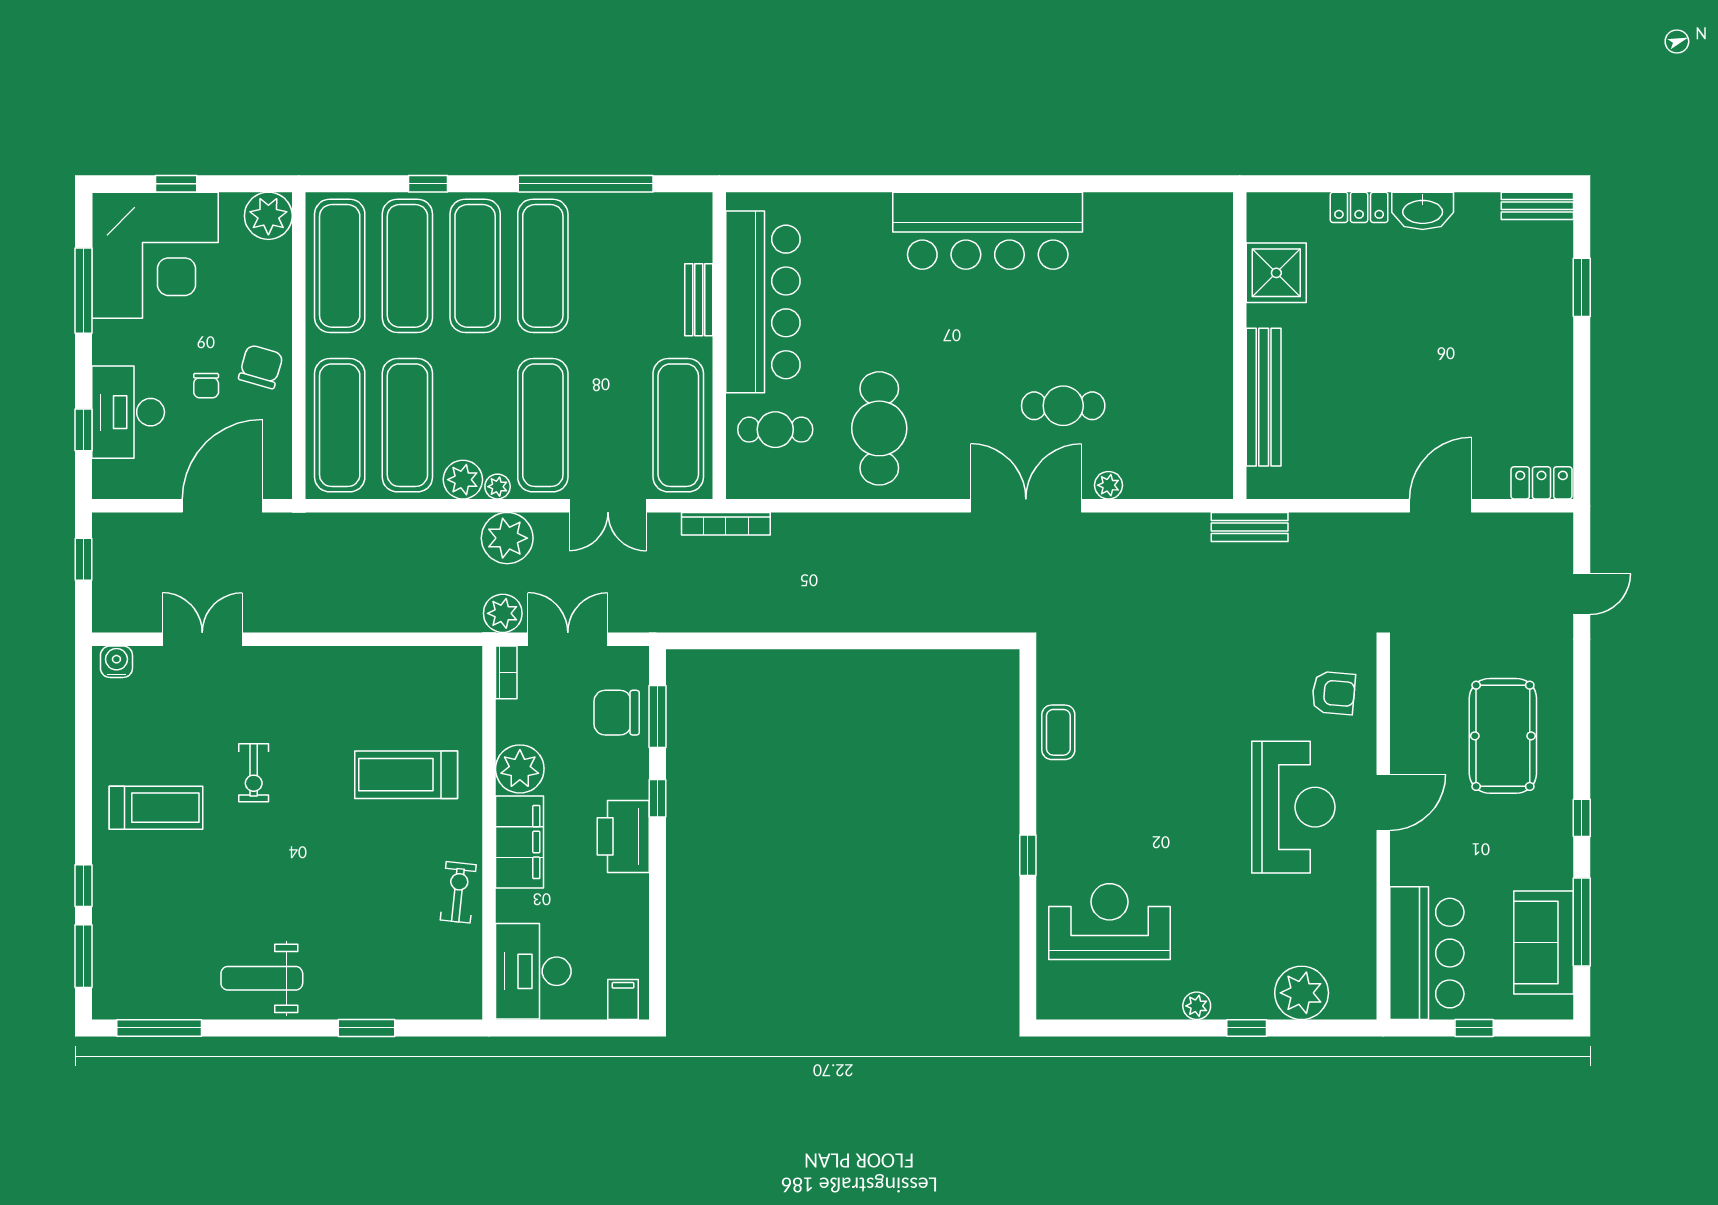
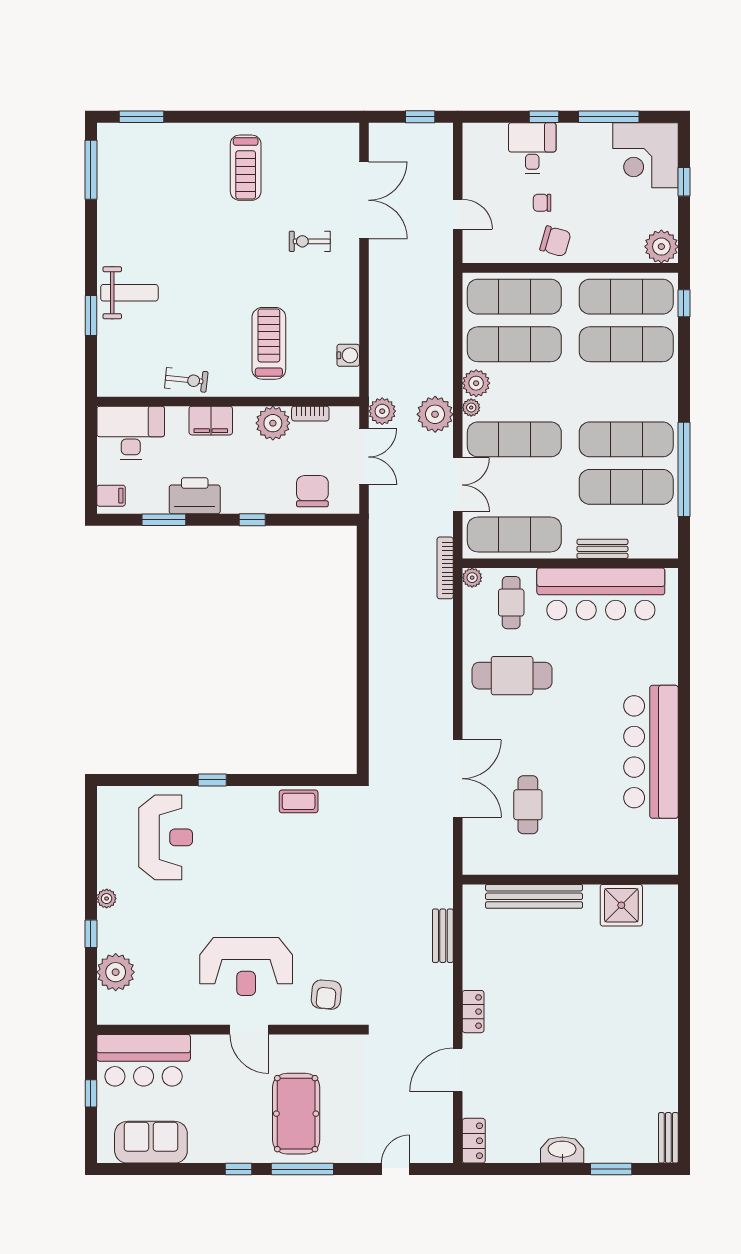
window: (428, 184) -> (684, 303), moved
locker: (1359, 207) -> (473, 1012), moved, turned 180
washbasin: (1423, 211) -> (562, 1150), moved, turned 90
corner desk: (155, 255) -> (645, 155), width x0.74, depth x0.74
exercise mat: (475, 266) -> (626, 487), moved
shower: (1276, 273) -> (621, 905), moved
wall: (1240, 346) -> (570, 880), moved
bench: (1264, 397) -> (534, 896), moved
desk: (128, 412) -> (532, 148), width x0.73
window: (83, 430) -> (544, 117), moved
plant: (1109, 485) -> (472, 578), moved
door: (222, 506) -> (458, 214), width x0.53
double door: (608, 506) -> (458, 485), swing flipped
door: (1441, 506) -> (458, 1070), swing flipped
door: (1582, 594) -> (396, 1169), swing flipped
double door: (202, 639) -> (364, 200), width x1.37
water cooler: (116, 662) -> (348, 355), moved
bookcase: (506, 672) -> (310, 414), moved
window: (657, 716) -> (164, 520), moved
pool table: (1503, 736) -> (296, 1114), turned 90
exercise bike: (254, 773) -> (310, 241), moved
printer: (623, 836) -> (195, 496), moved
filing cabinet: (520, 842) -> (211, 421), width x0.67, depth x0.86
window: (83, 886) -> (191, 117), removed
window: (1582, 922) -> (302, 1169), moved
weight bench: (262, 978) -> (129, 293), moved, turned 90

